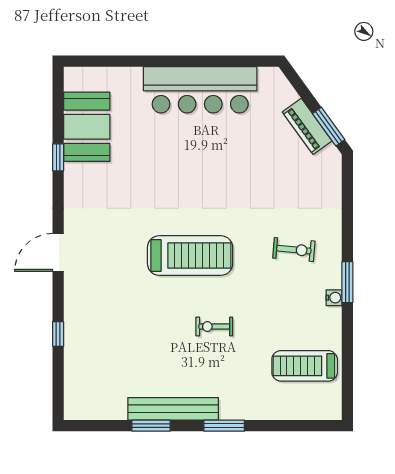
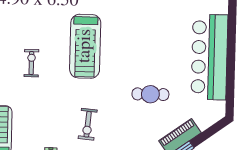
cafe table: (252, 167) -> (150, 94), added

